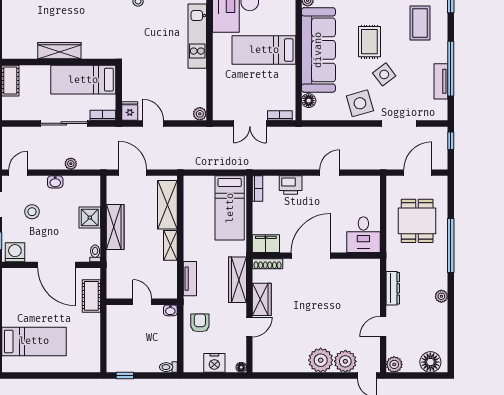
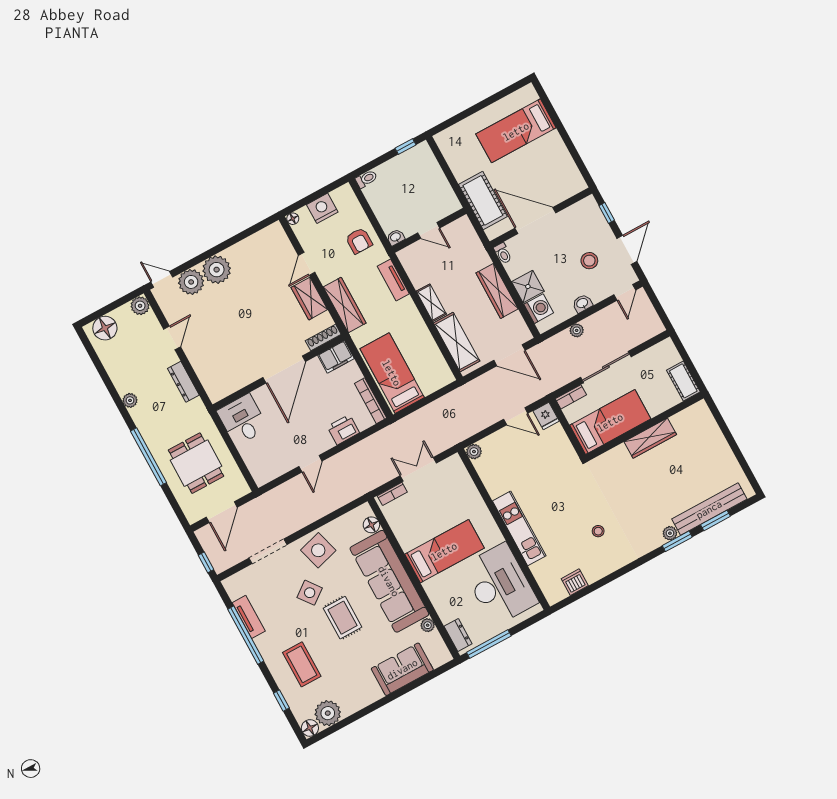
bookcase: (258, 189) -> (371, 401), width x1.56
washing machine: (15, 252) -> (539, 309), moved, turned -90
cot: (91, 296) -> (483, 200), width x1.37, depth x1.34

